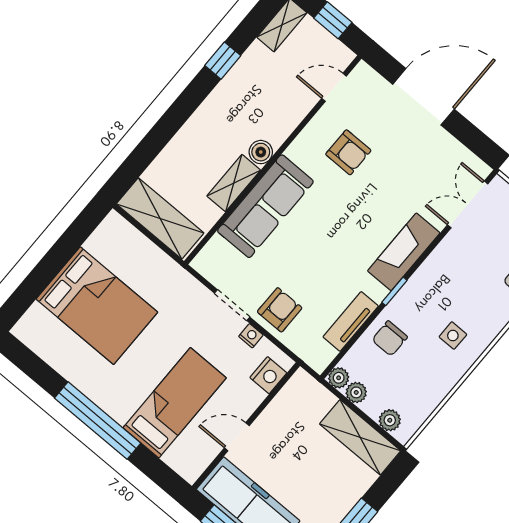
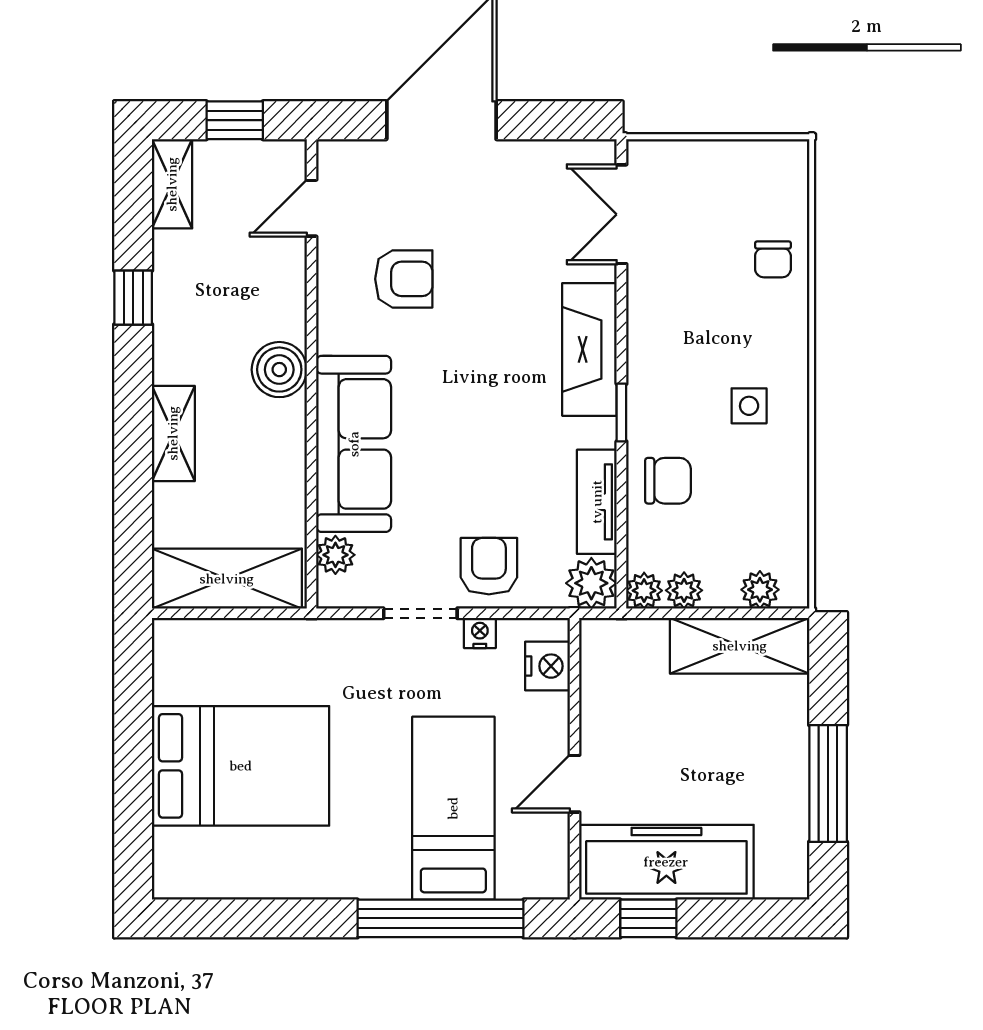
boiler: (261, 152) -> (279, 370), width x1.36, depth x1.36
shelving: (234, 183) -> (173, 433), moved
plant: (216, 248) -> (335, 555), added
chair: (390, 338) -> (668, 481), turned -90
plant: (318, 355) -> (591, 583), added
window: (98, 421) -> (441, 918), moved

